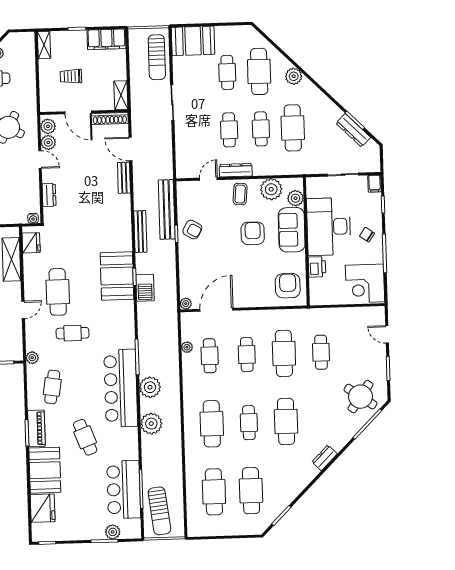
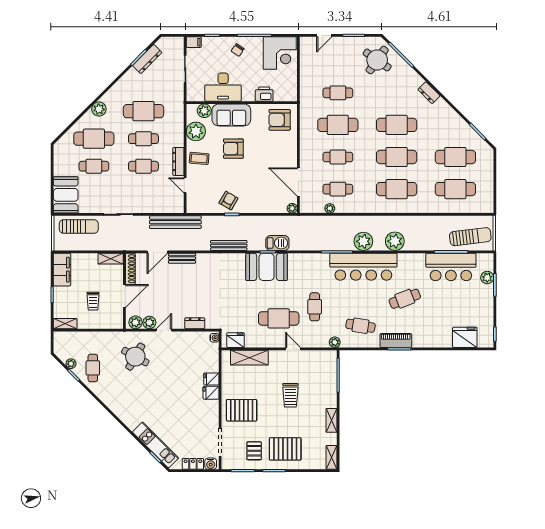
bench: (167, 209) -> (175, 222), moved
desk: (329, 227) -> (223, 87), width x0.73, depth x0.77
cafe table: (249, 423) -> (397, 157), width x1.37, depth x1.35
booth: (45, 470) -> (432, 334), removed

